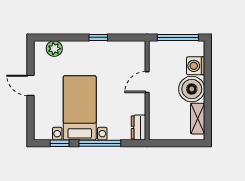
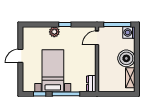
plant: (54, 49) -> (54, 32), moved
washing machine: (196, 66) -> (129, 33), moved
door: (147, 82) -> (97, 38), moved
door: (30, 85) -> (20, 56), hinge flipped

